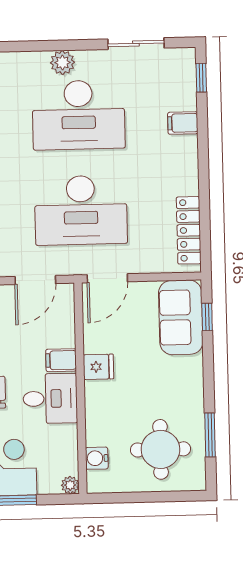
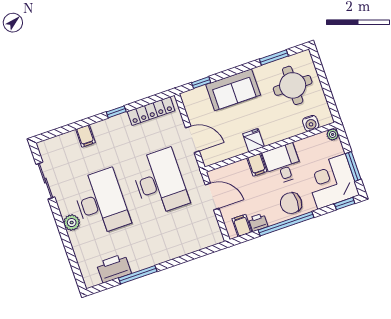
window: (201, 78) -> (116, 112), moved
door: (107, 278) -> (192, 139), moved
sofa: (181, 317) -> (233, 90), moved

